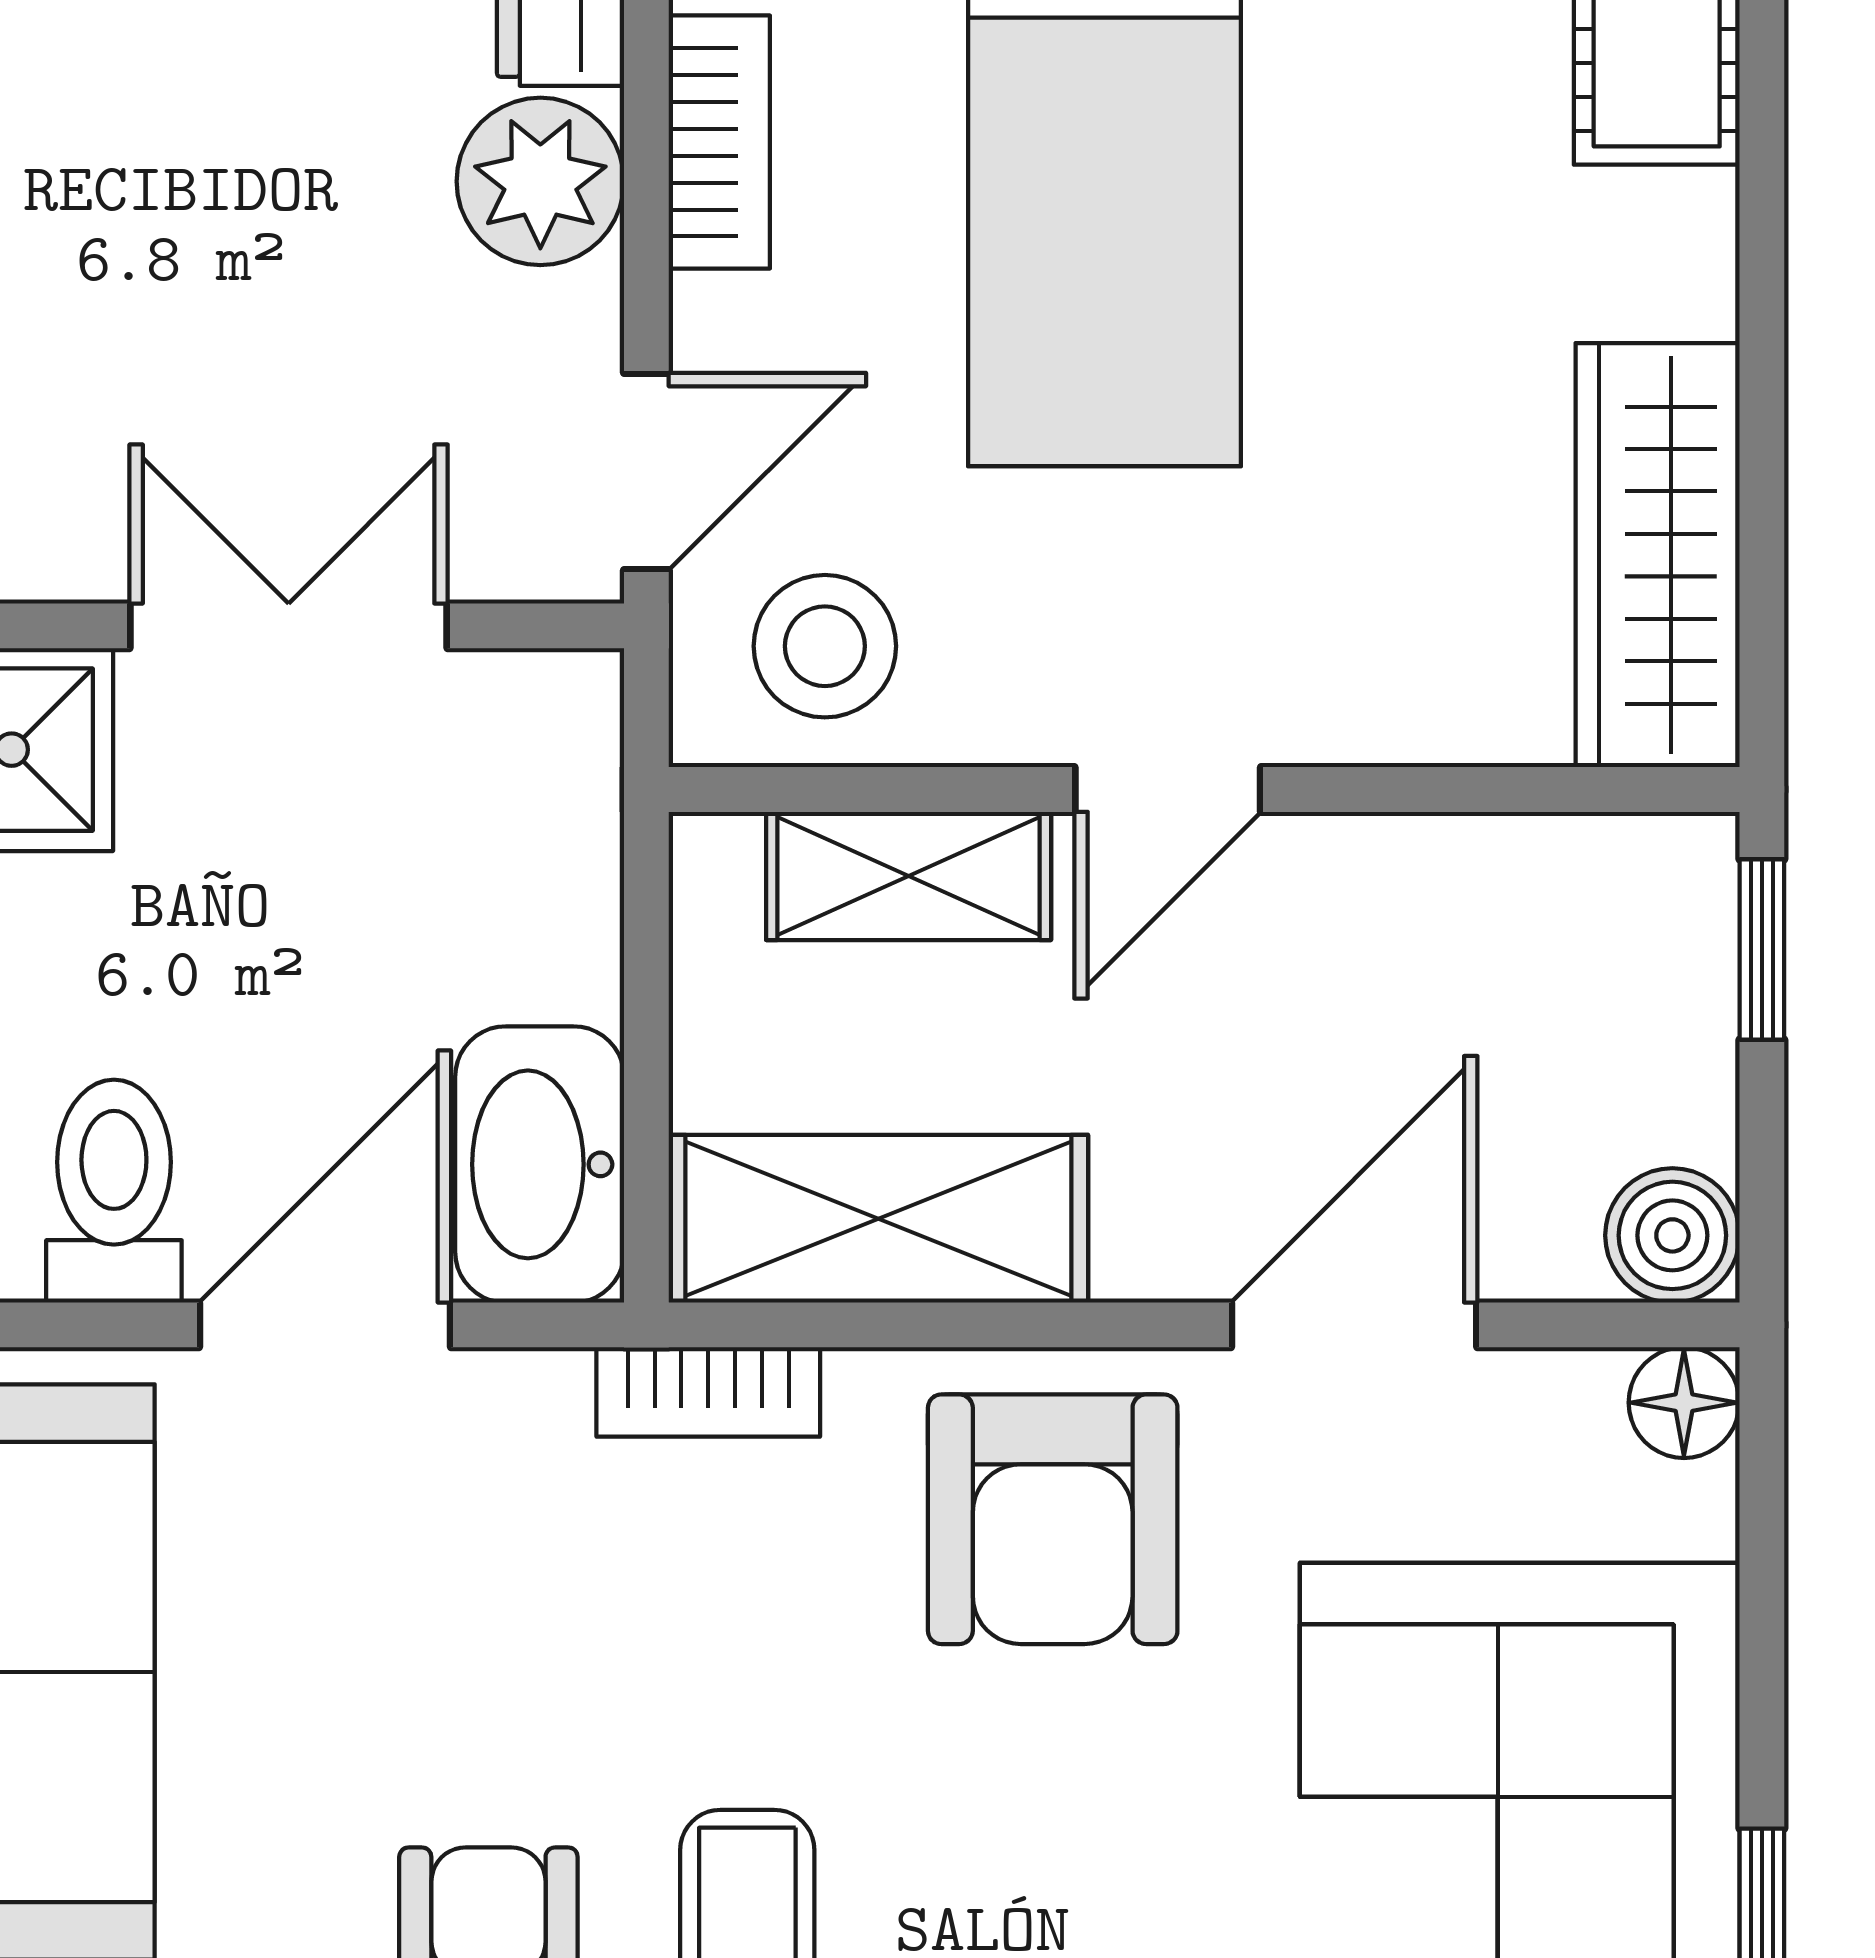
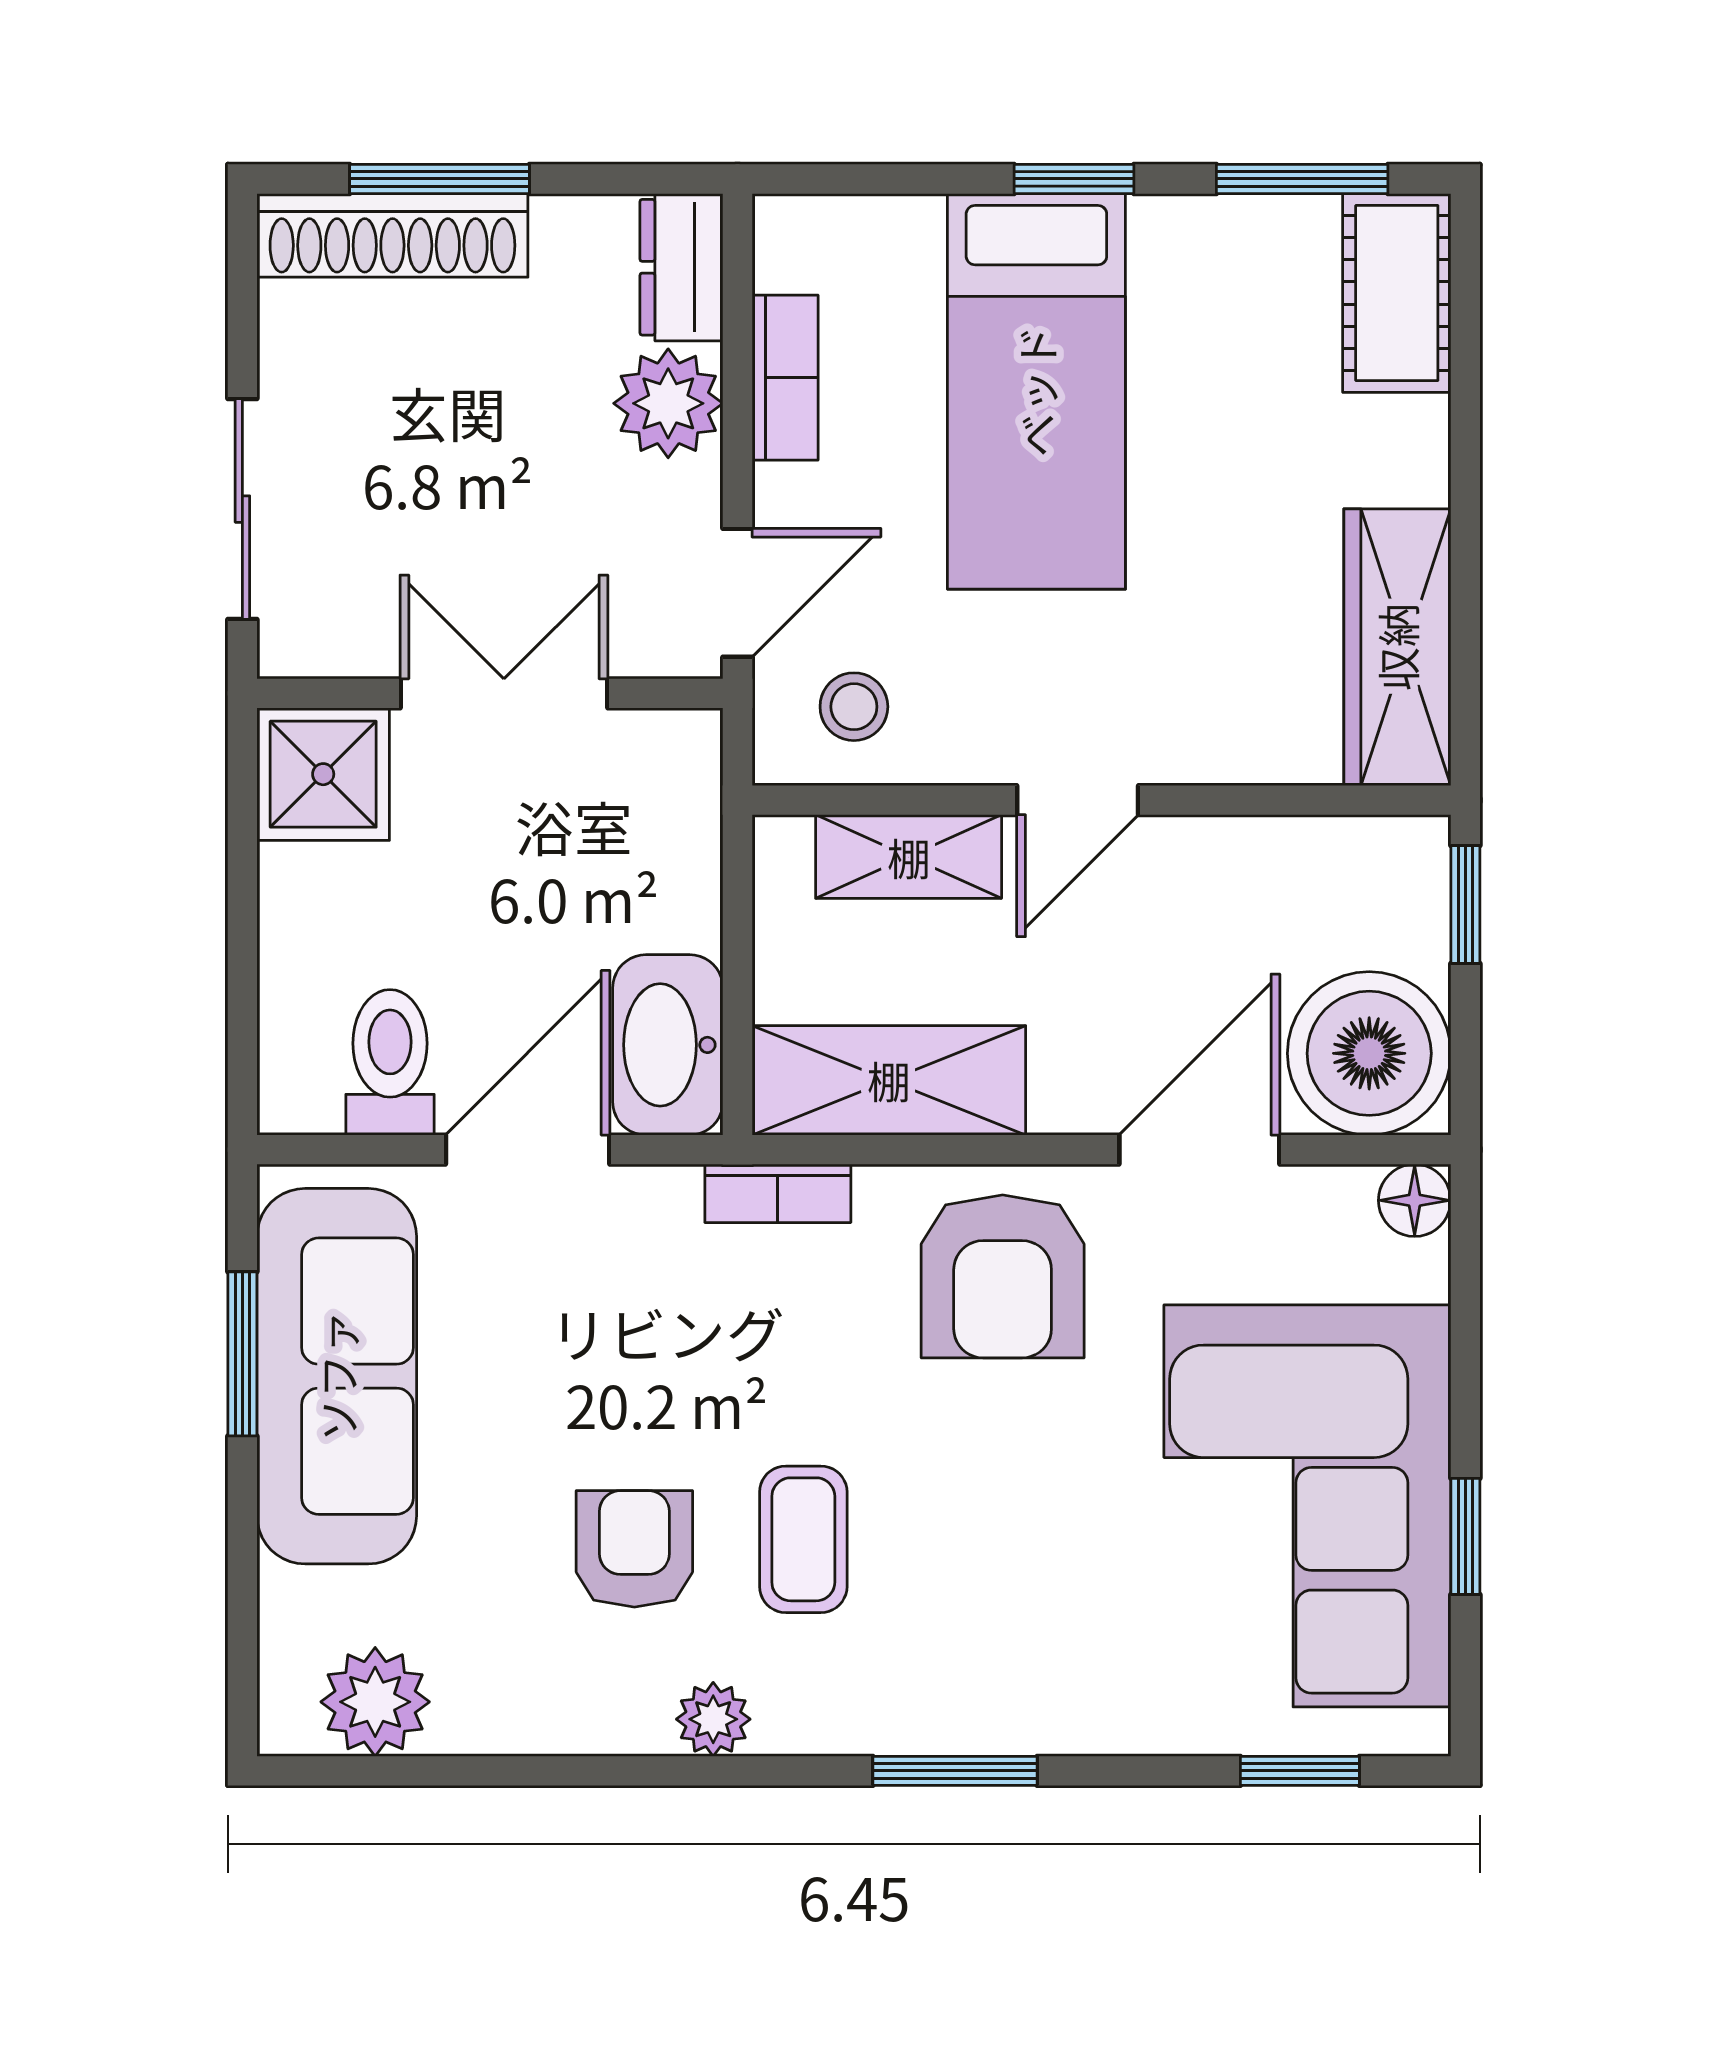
stool: (825, 646) -> (854, 707), width x0.73, depth x0.73
boiler: (1672, 1235) -> (1369, 1053), width x1.86, depth x1.86

